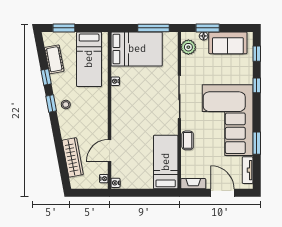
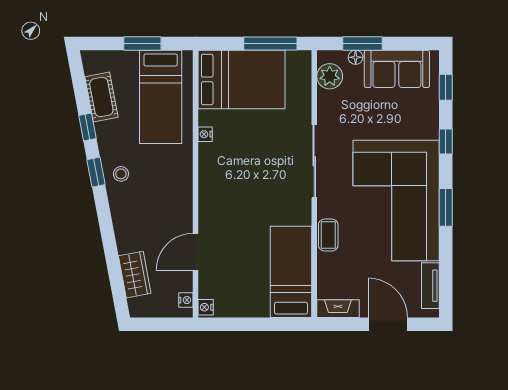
window: (64, 28) -> (142, 44), moved
window: (257, 143) -> (446, 207), moved
wardrobe: (73, 157) -> (135, 275), width x0.67

